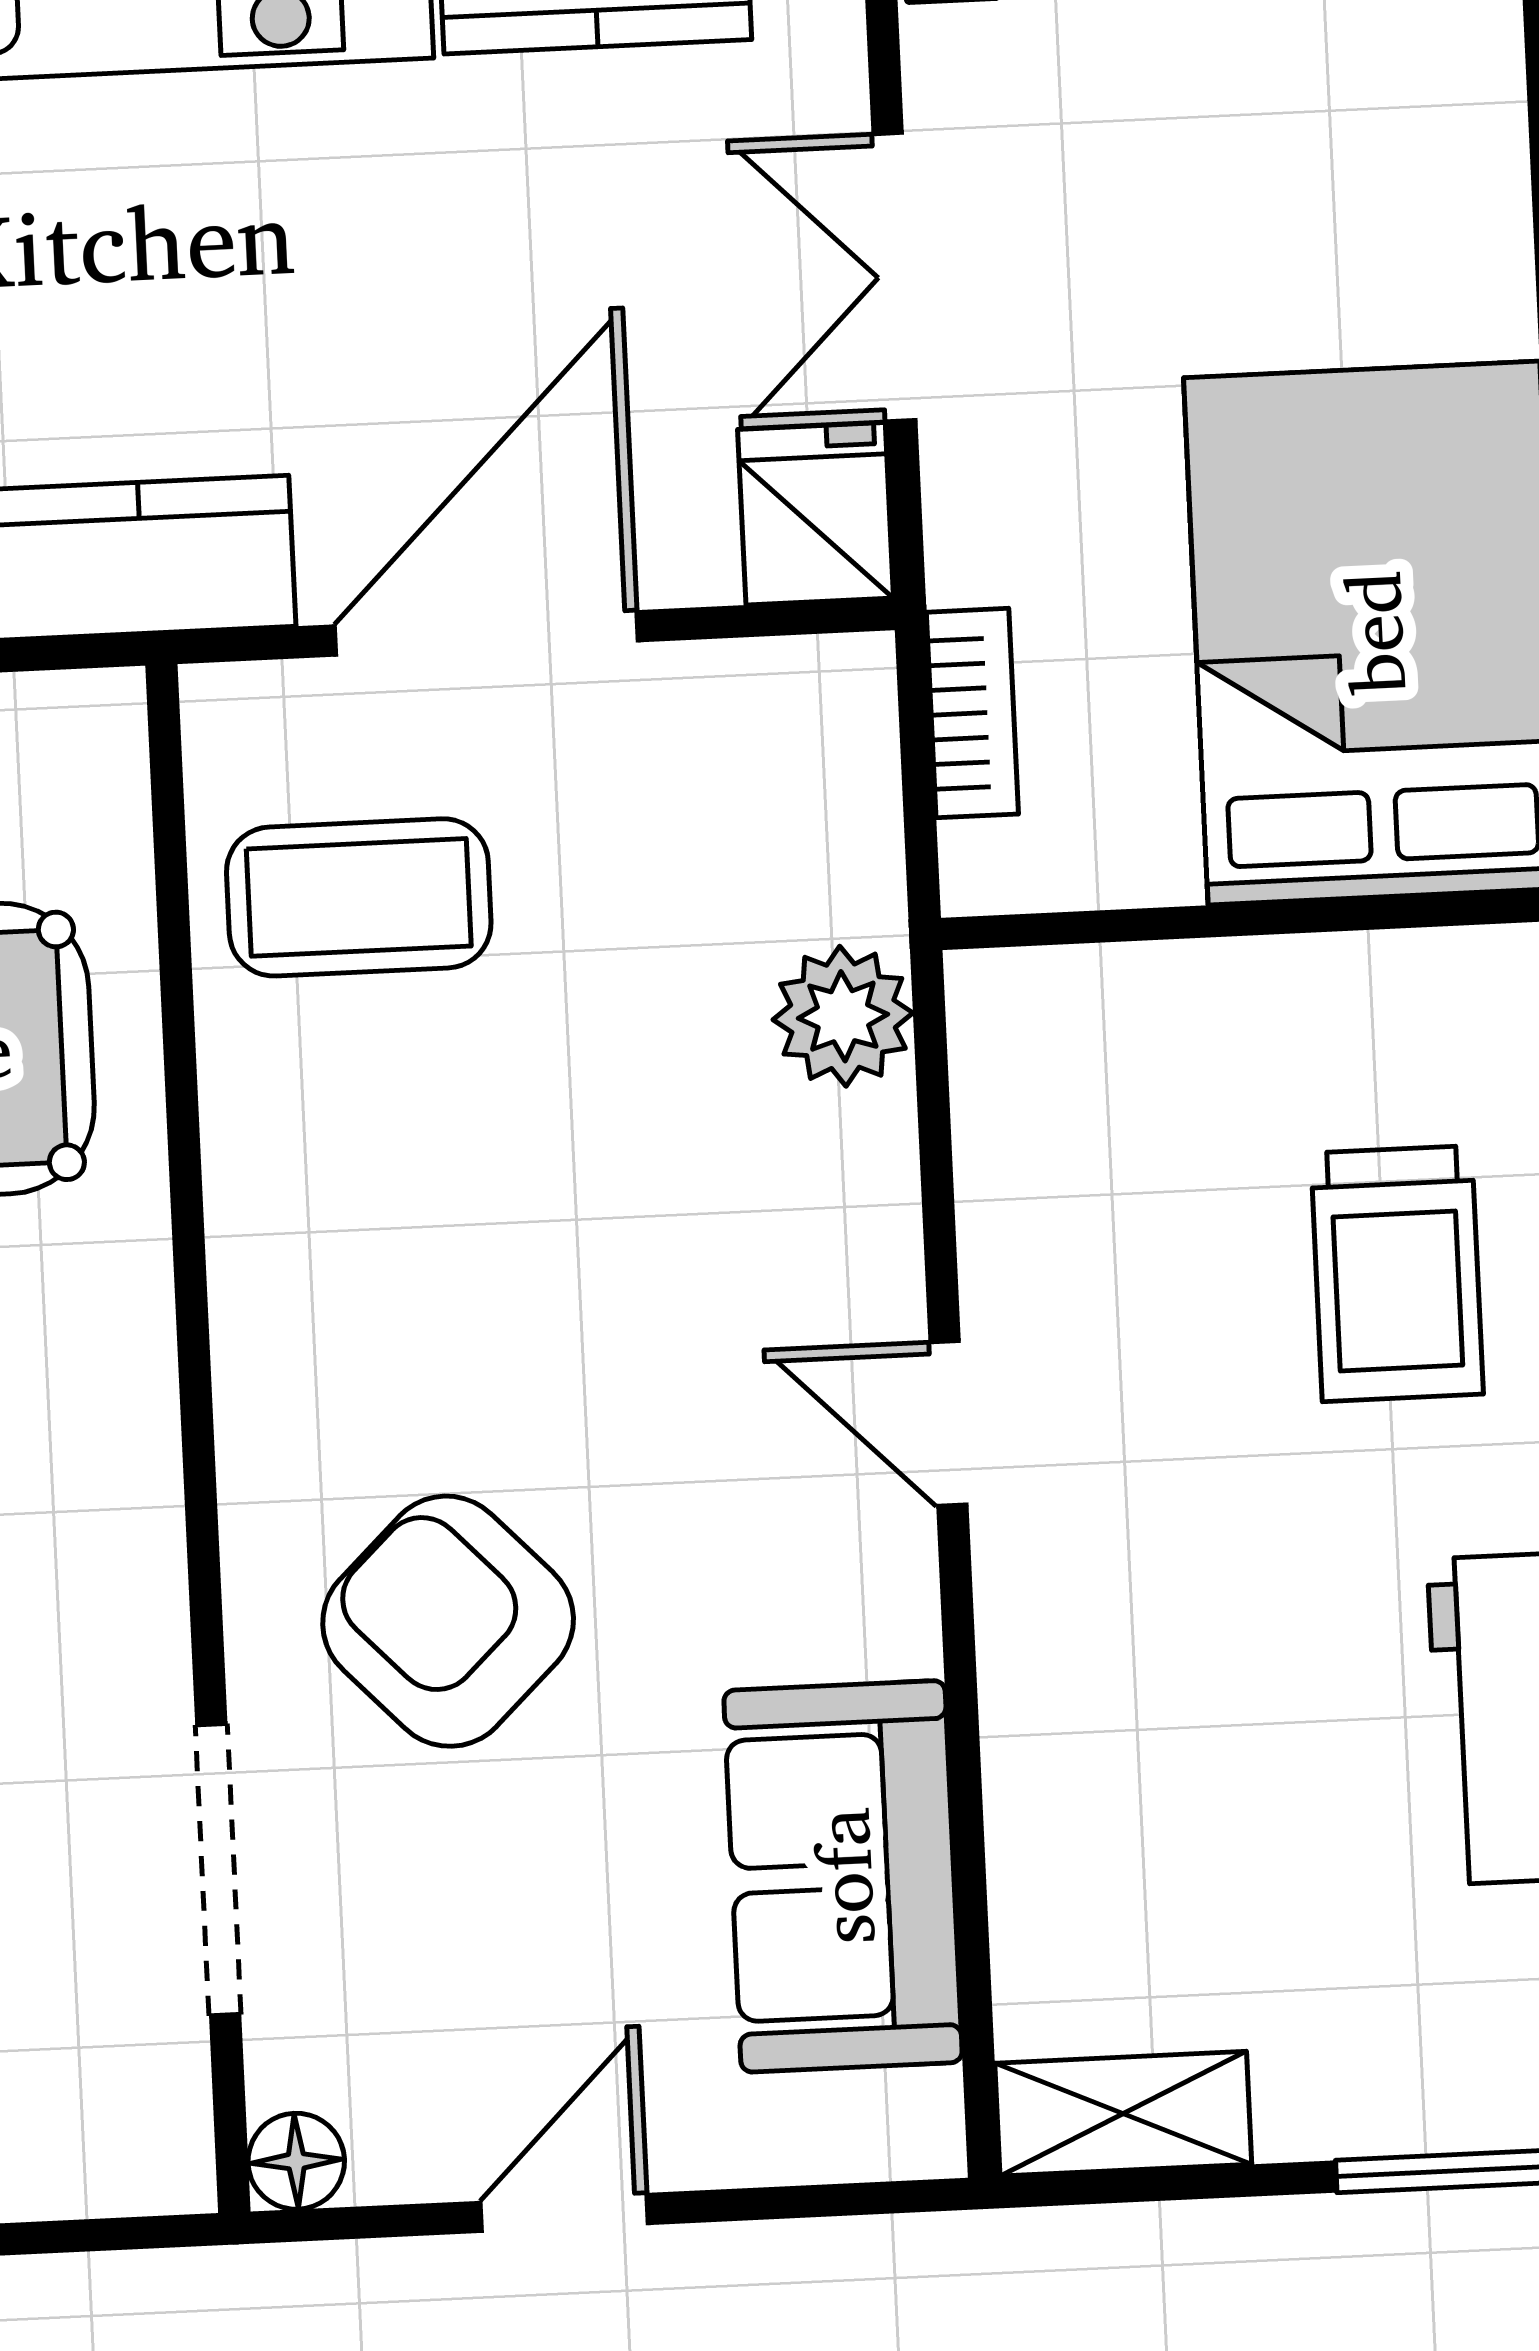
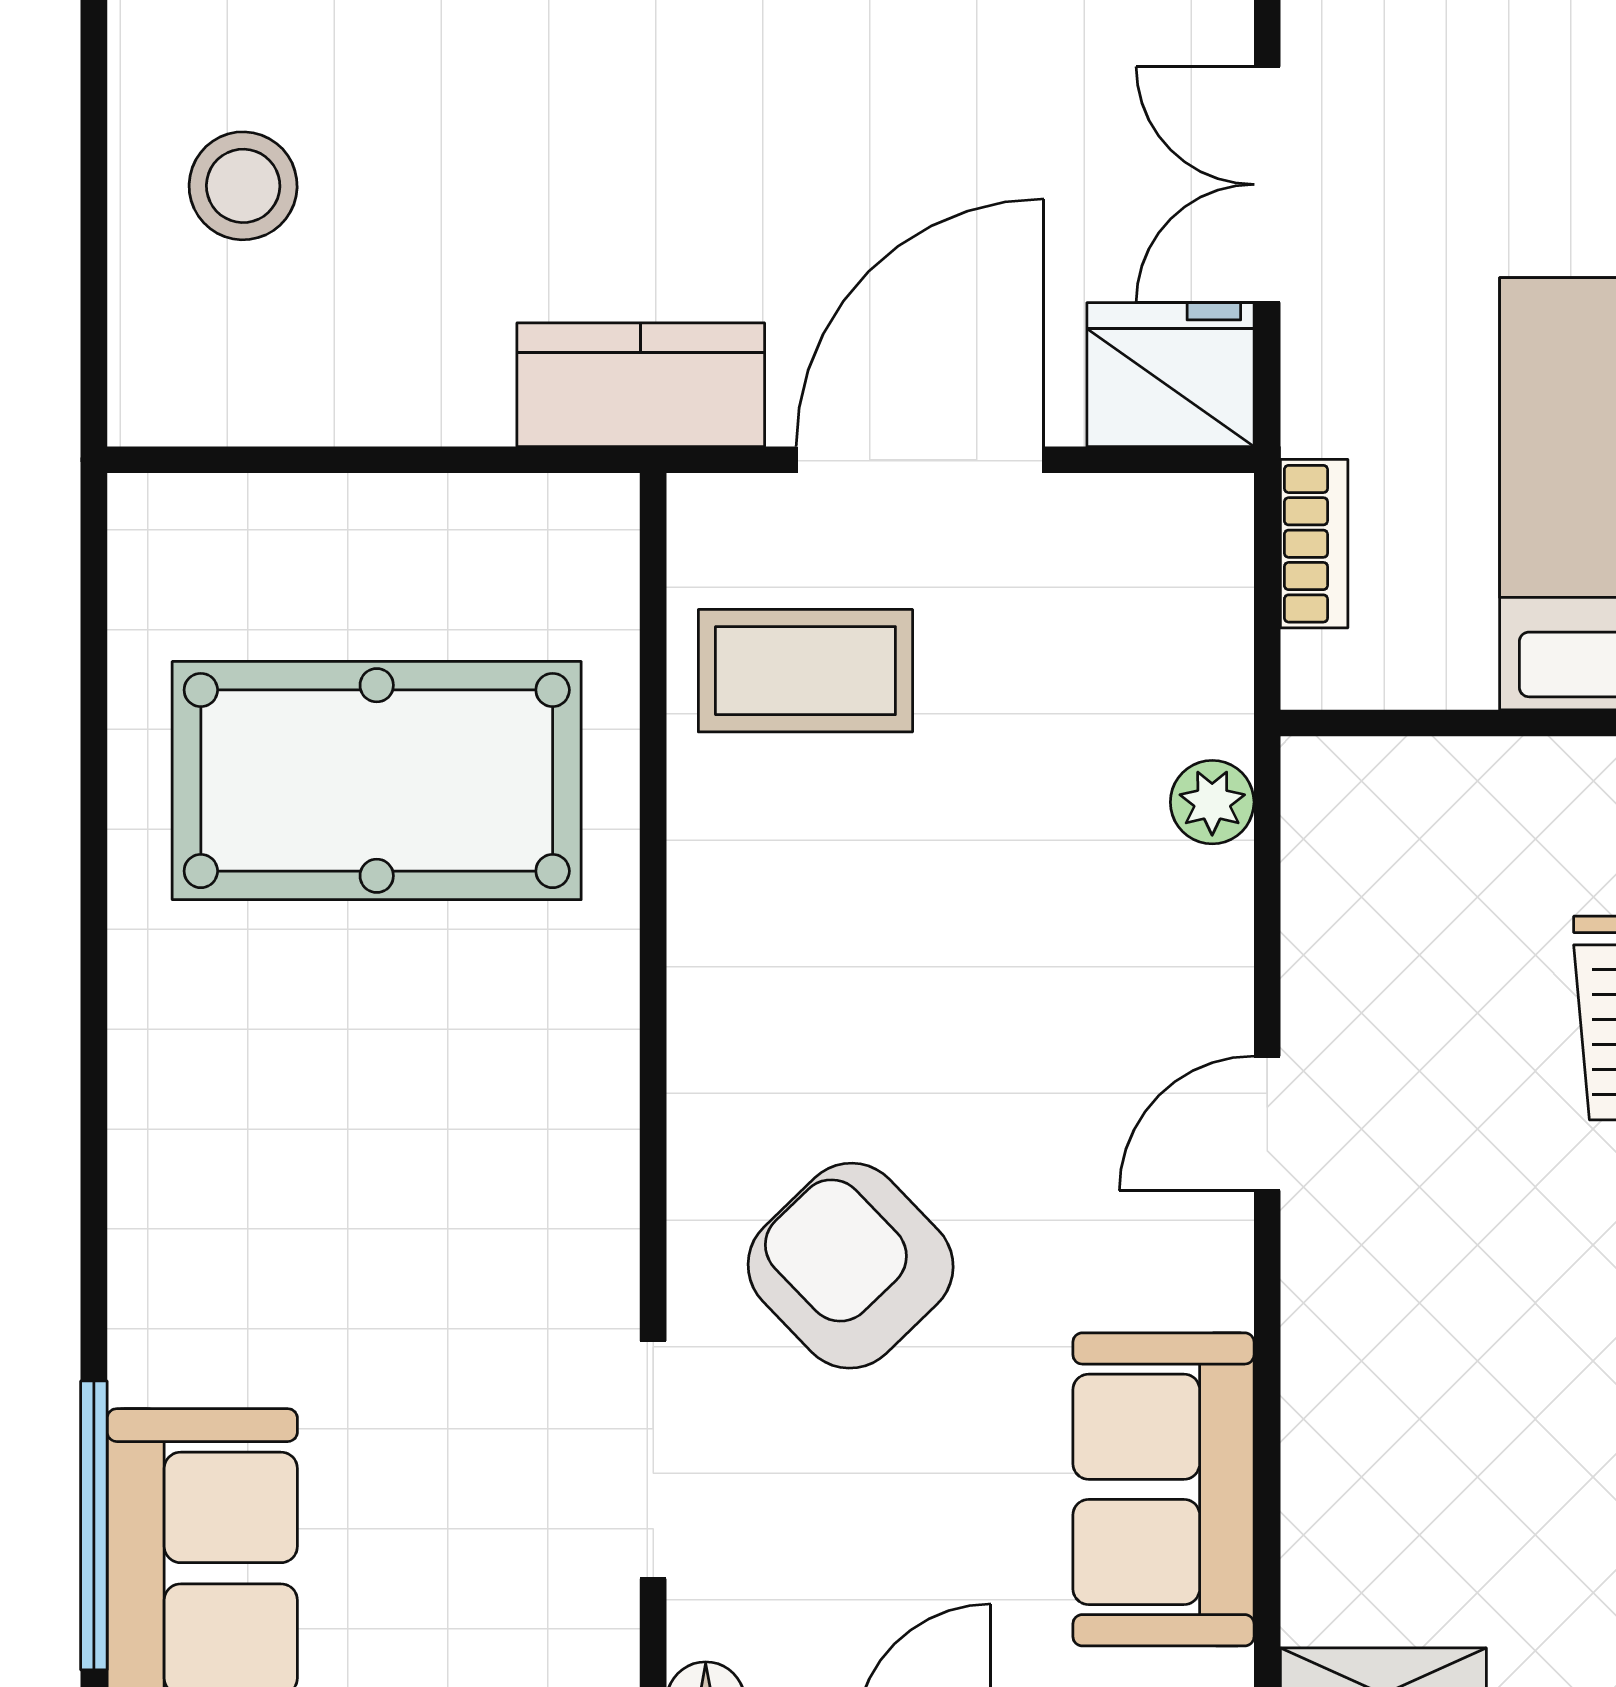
fridge: (816, 514) -> (1170, 375), width x1.38
plant: (843, 1016) -> (1212, 802), width x0.73, depth x0.73
door: (948, 1424) -> (1267, 1123), hinge flipped

